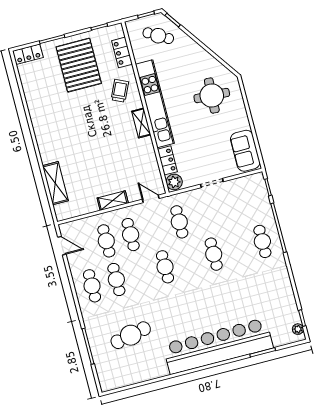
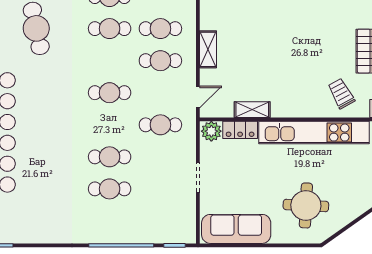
trolley: (120, 91) -> (341, 94), turned -144
shelving: (141, 123) -> (252, 110), moved
sofa: (245, 151) -> (236, 229), width x1.36
cafe table: (262, 241) -> (110, 189), moved

